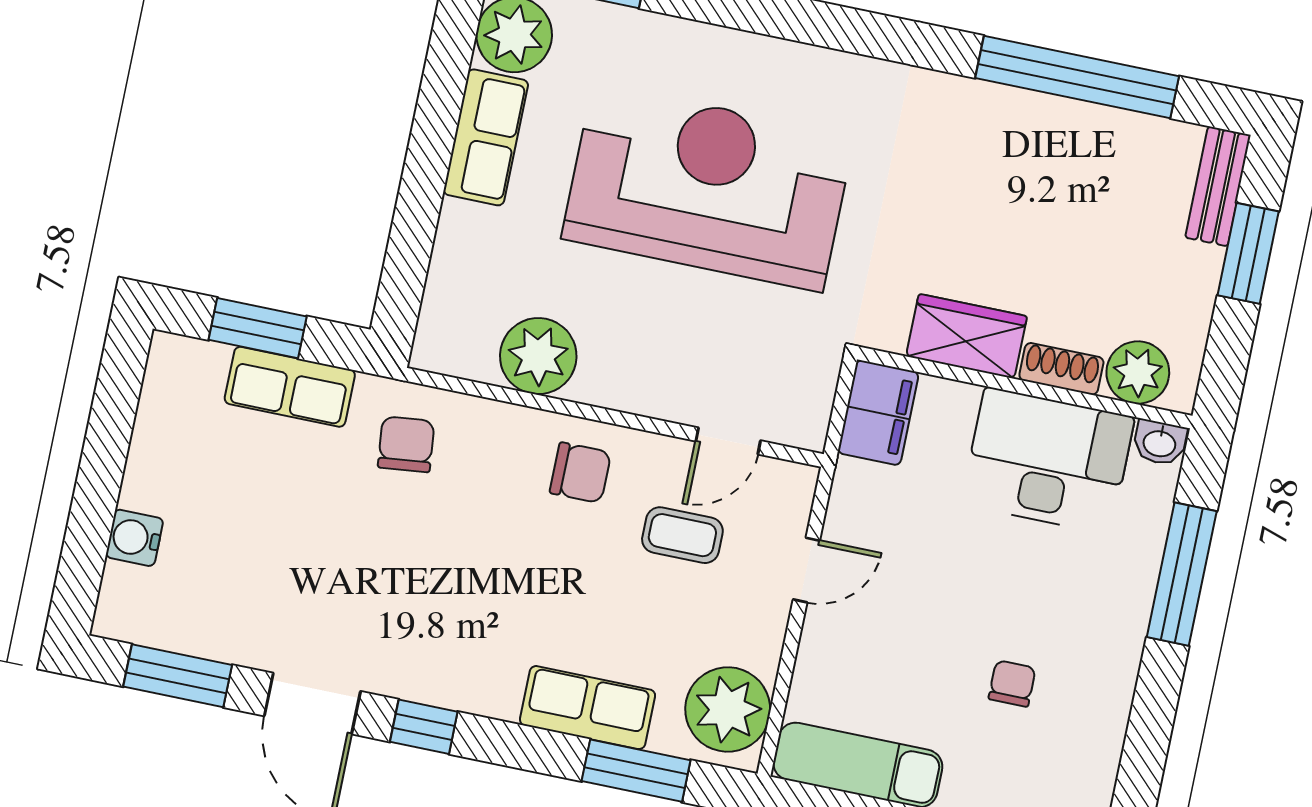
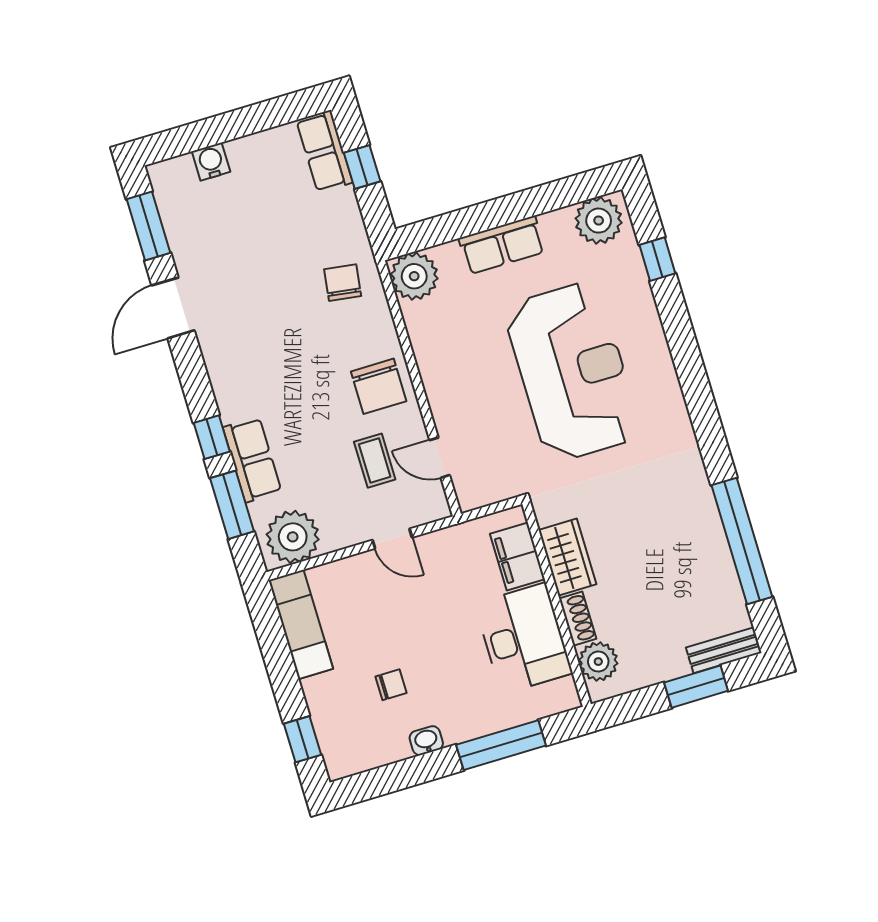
row of seats: (486, 137) -> (502, 245), moved
window: (258, 328) -> (362, 167), width x0.67
plant: (538, 356) -> (414, 276), moved
row of seats: (290, 387) -> (325, 151), moved
filing cabinet: (878, 413) -> (517, 556), moved, turned 90
washbasin: (1160, 443) -> (426, 741), moved, turned 90
chair: (406, 444) -> (343, 283), turned -76
chair: (580, 473) -> (379, 386), width x1.37, depth x1.37
window: (424, 727) -> (212, 437), moved

